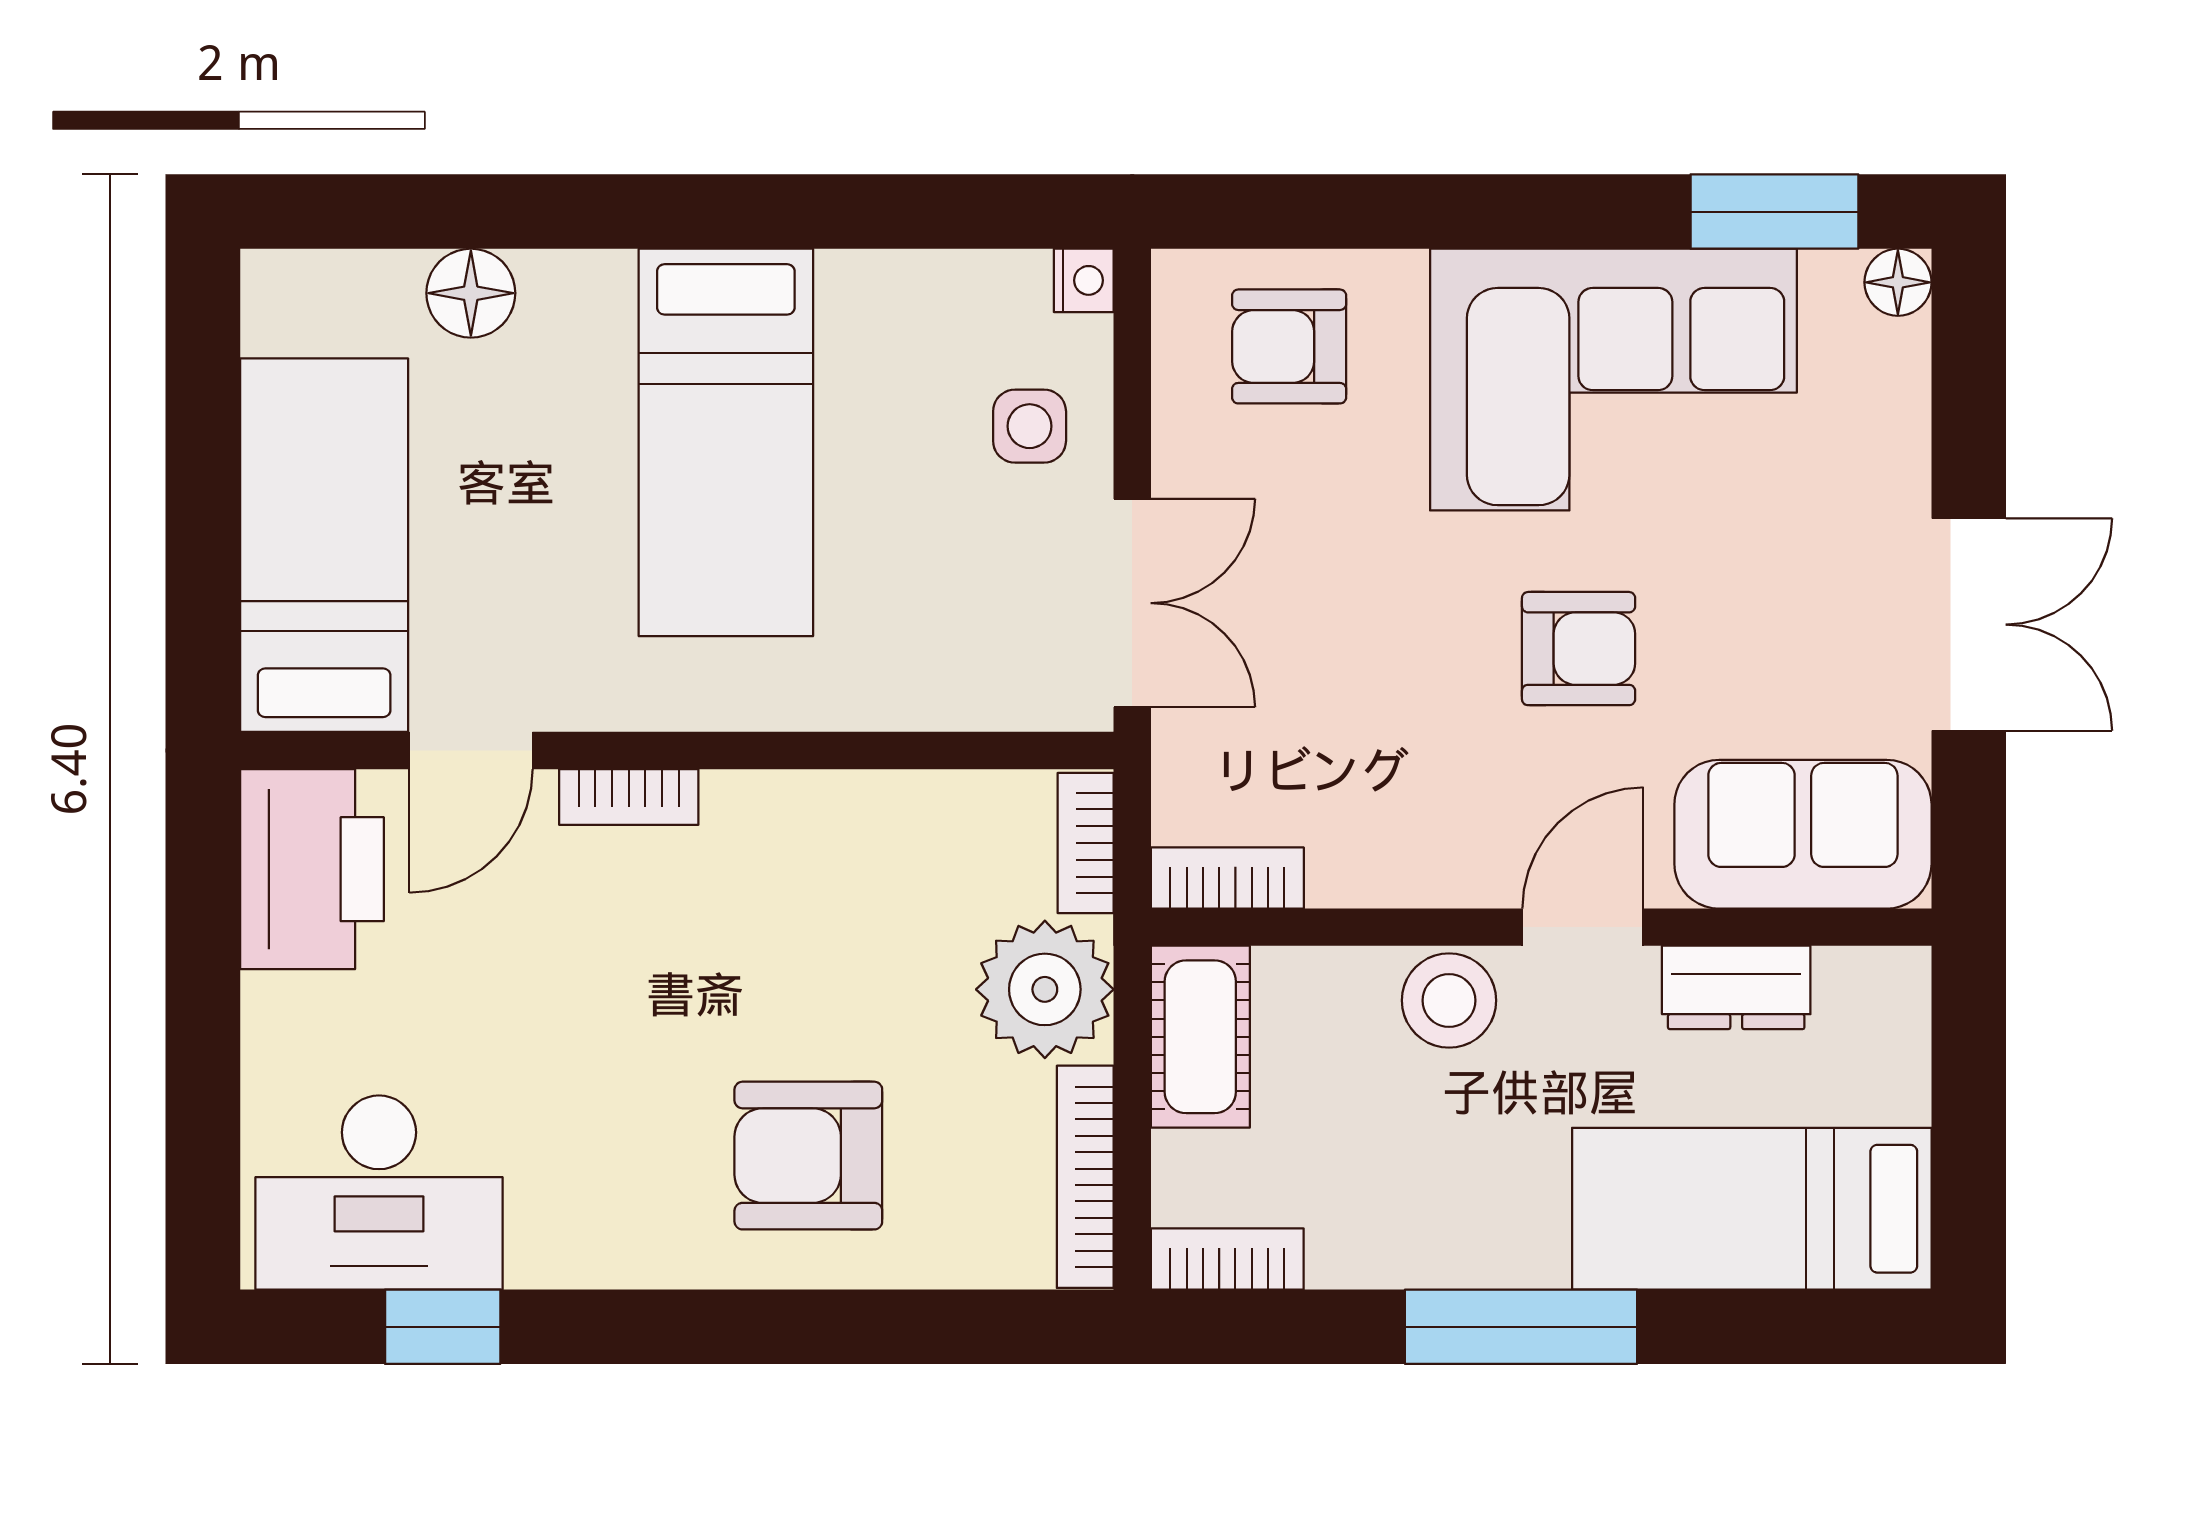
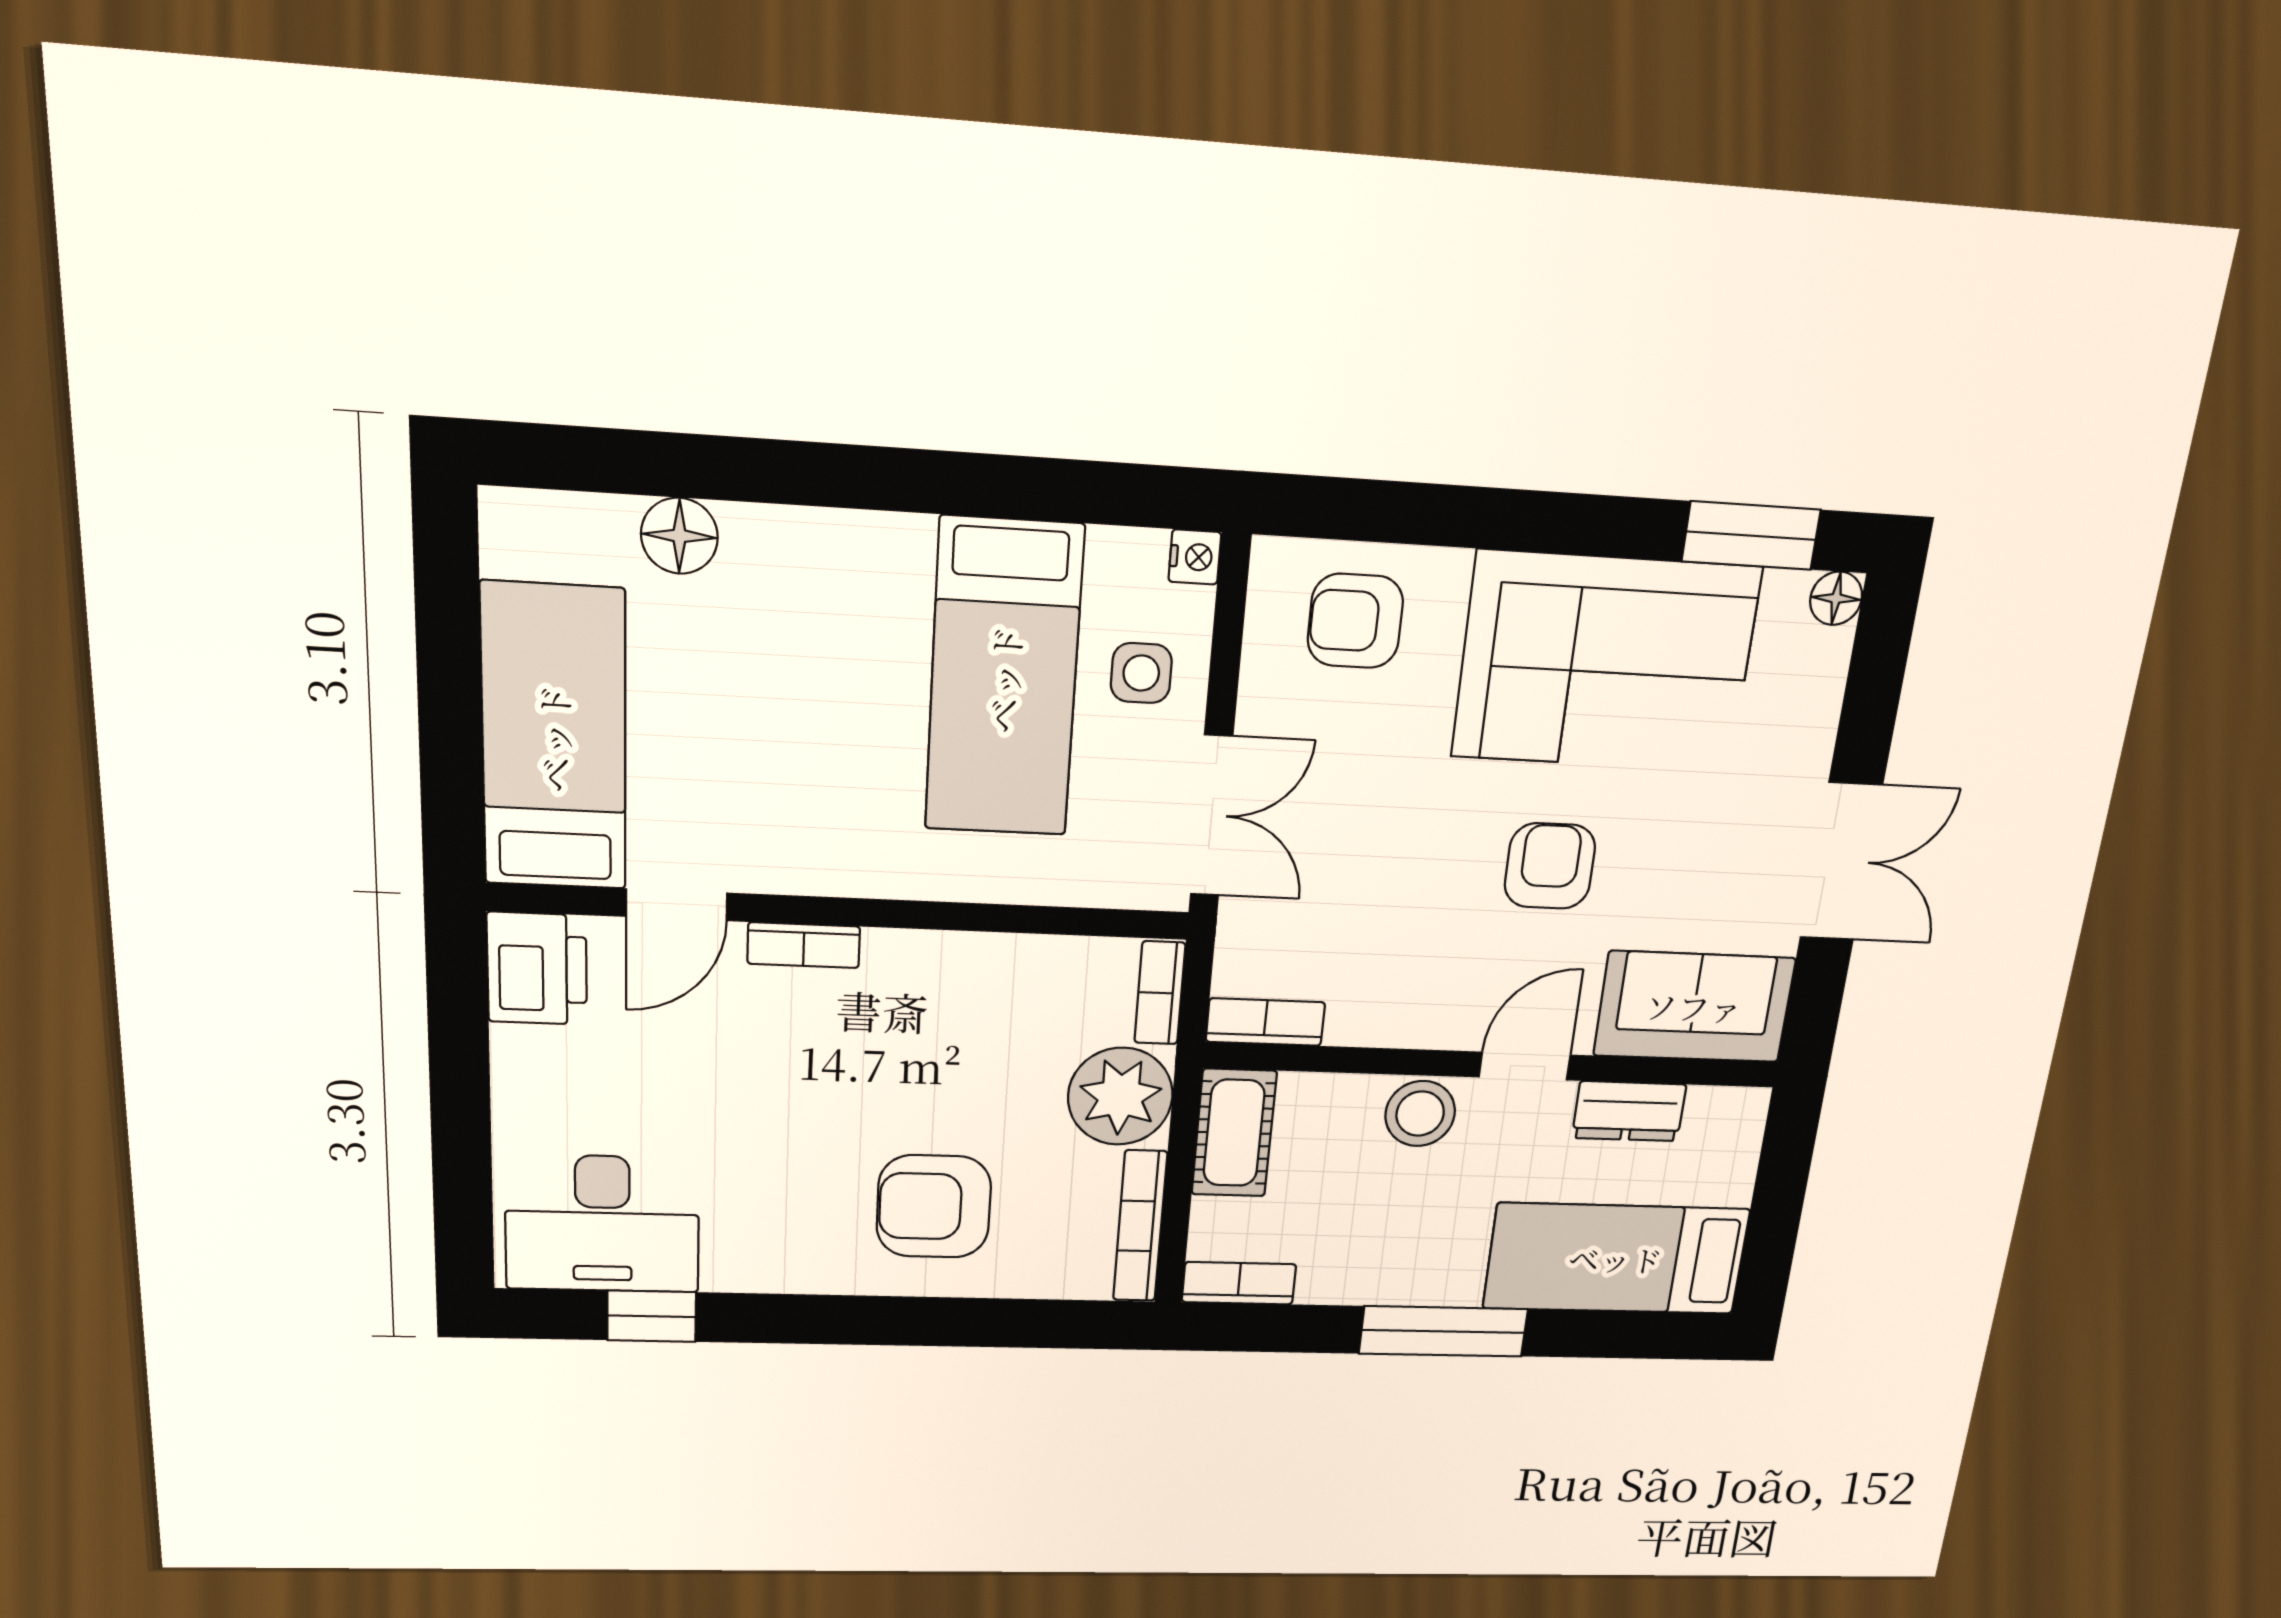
bed: (726, 442) -> (1004, 679), moved
armchair: (1579, 649) -> (1550, 866), turned -90
printer: (312, 869) -> (537, 969), width x0.73, depth x0.84

